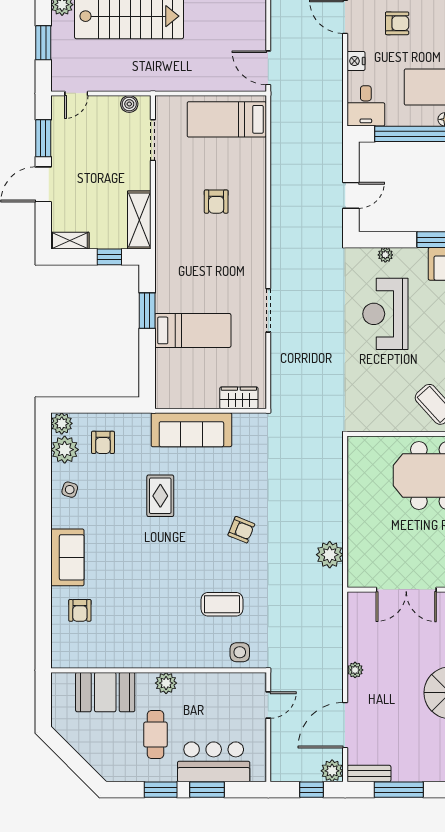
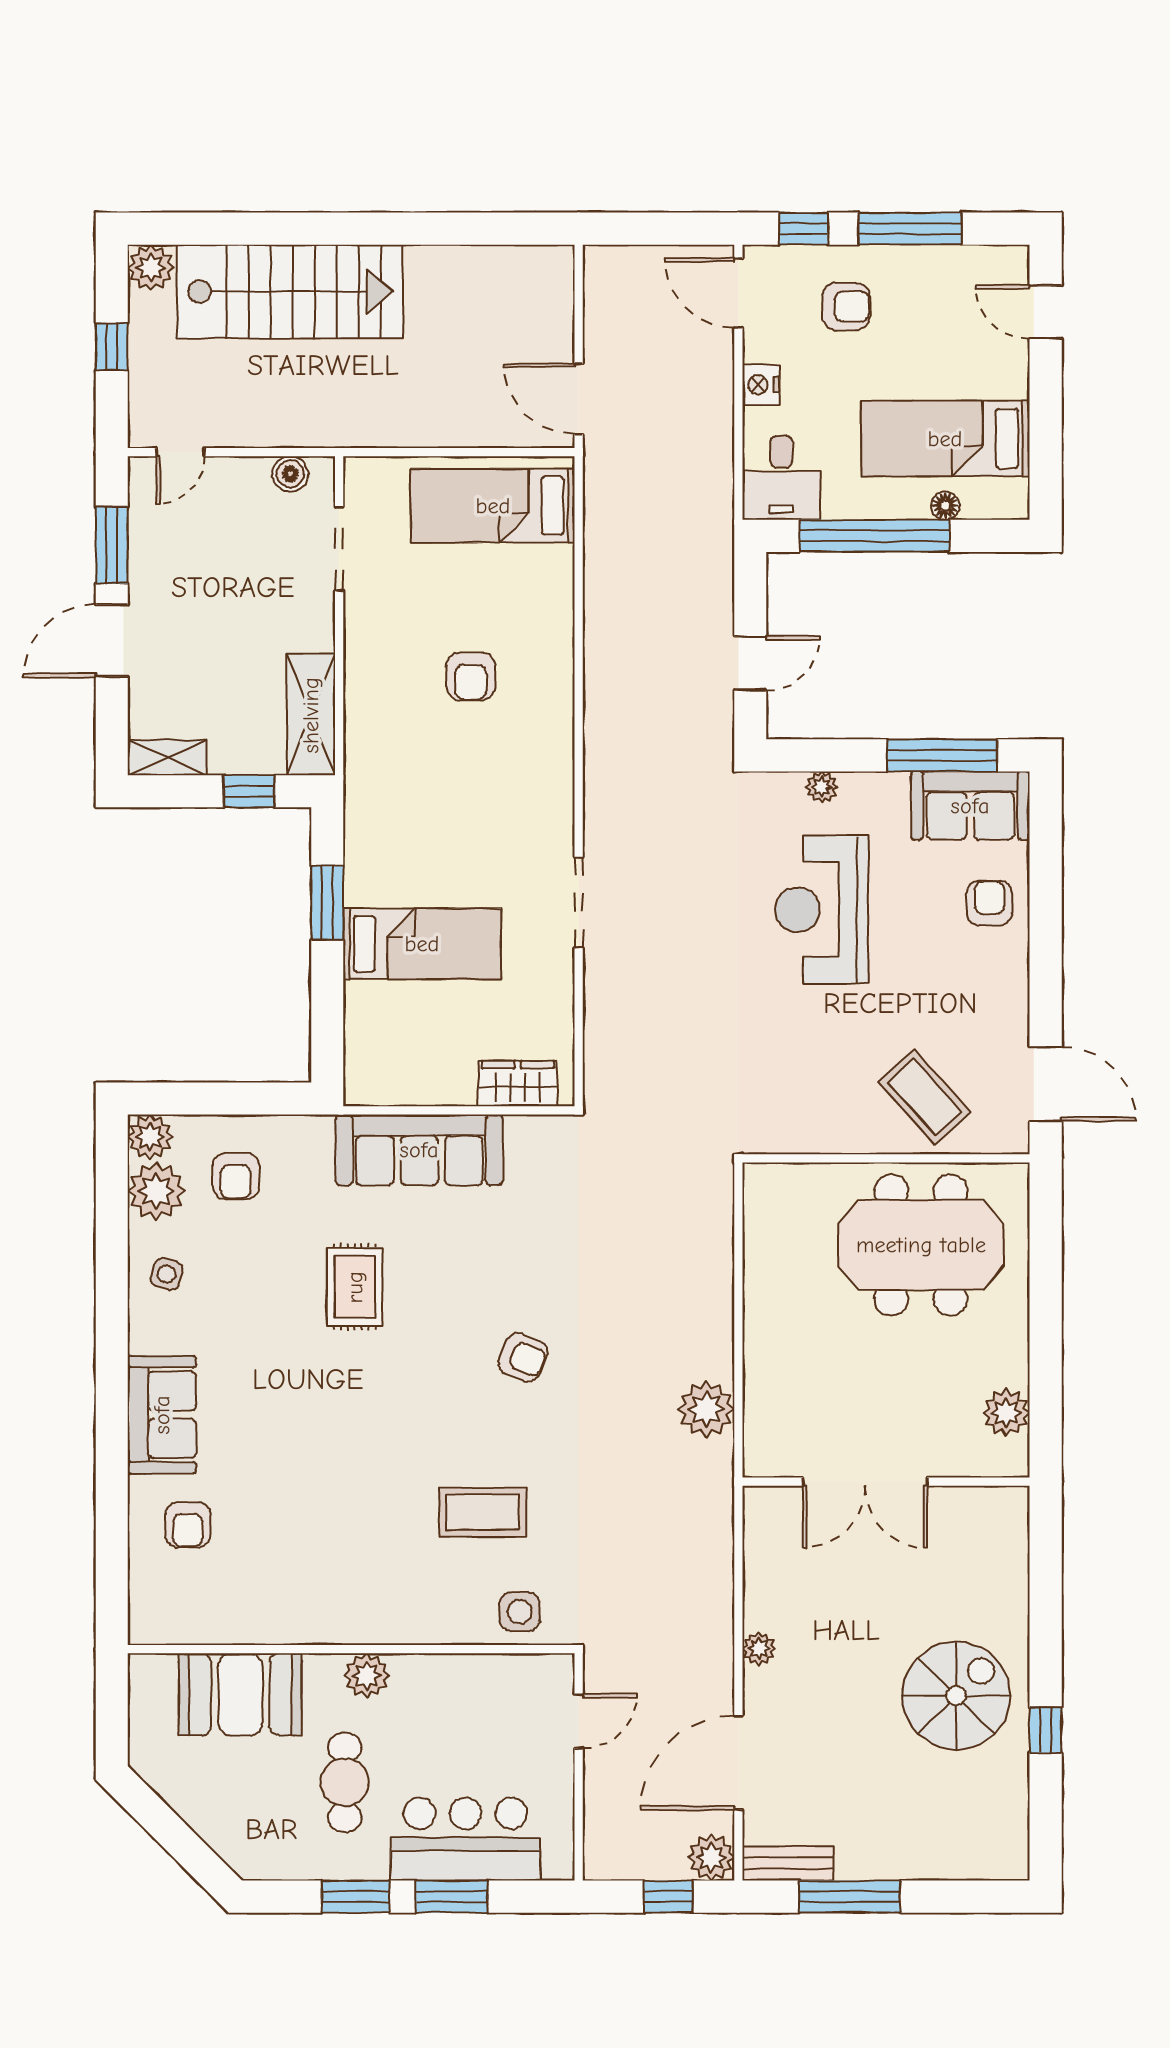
window: (43, 43) -> (112, 347), width x0.67

